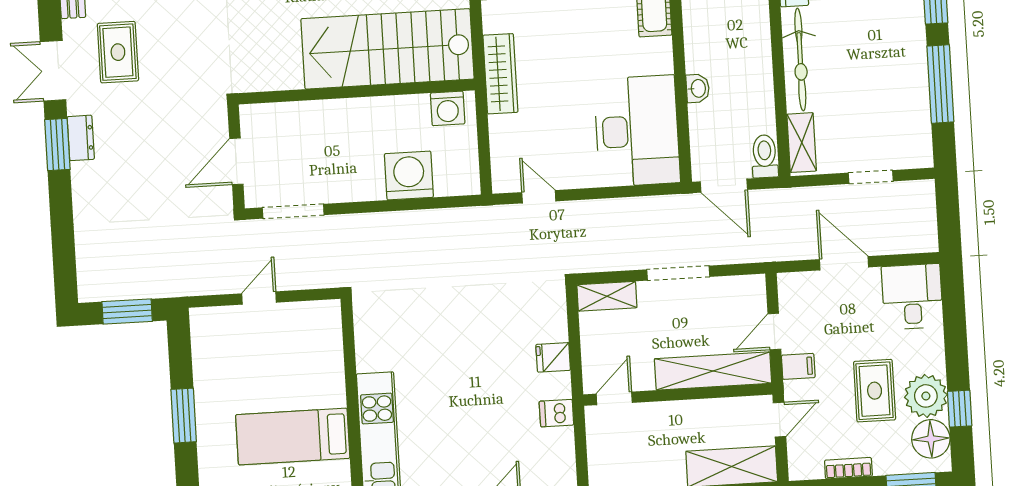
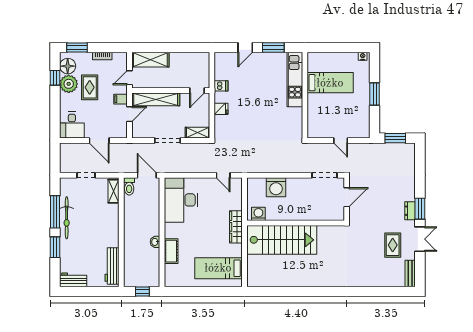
bicycle: (800, 59) -> (67, 218), moved, turned 180
washbasin: (698, 88) -> (155, 242), moved
door: (259, 298) -> (341, 140), hinge flipped

